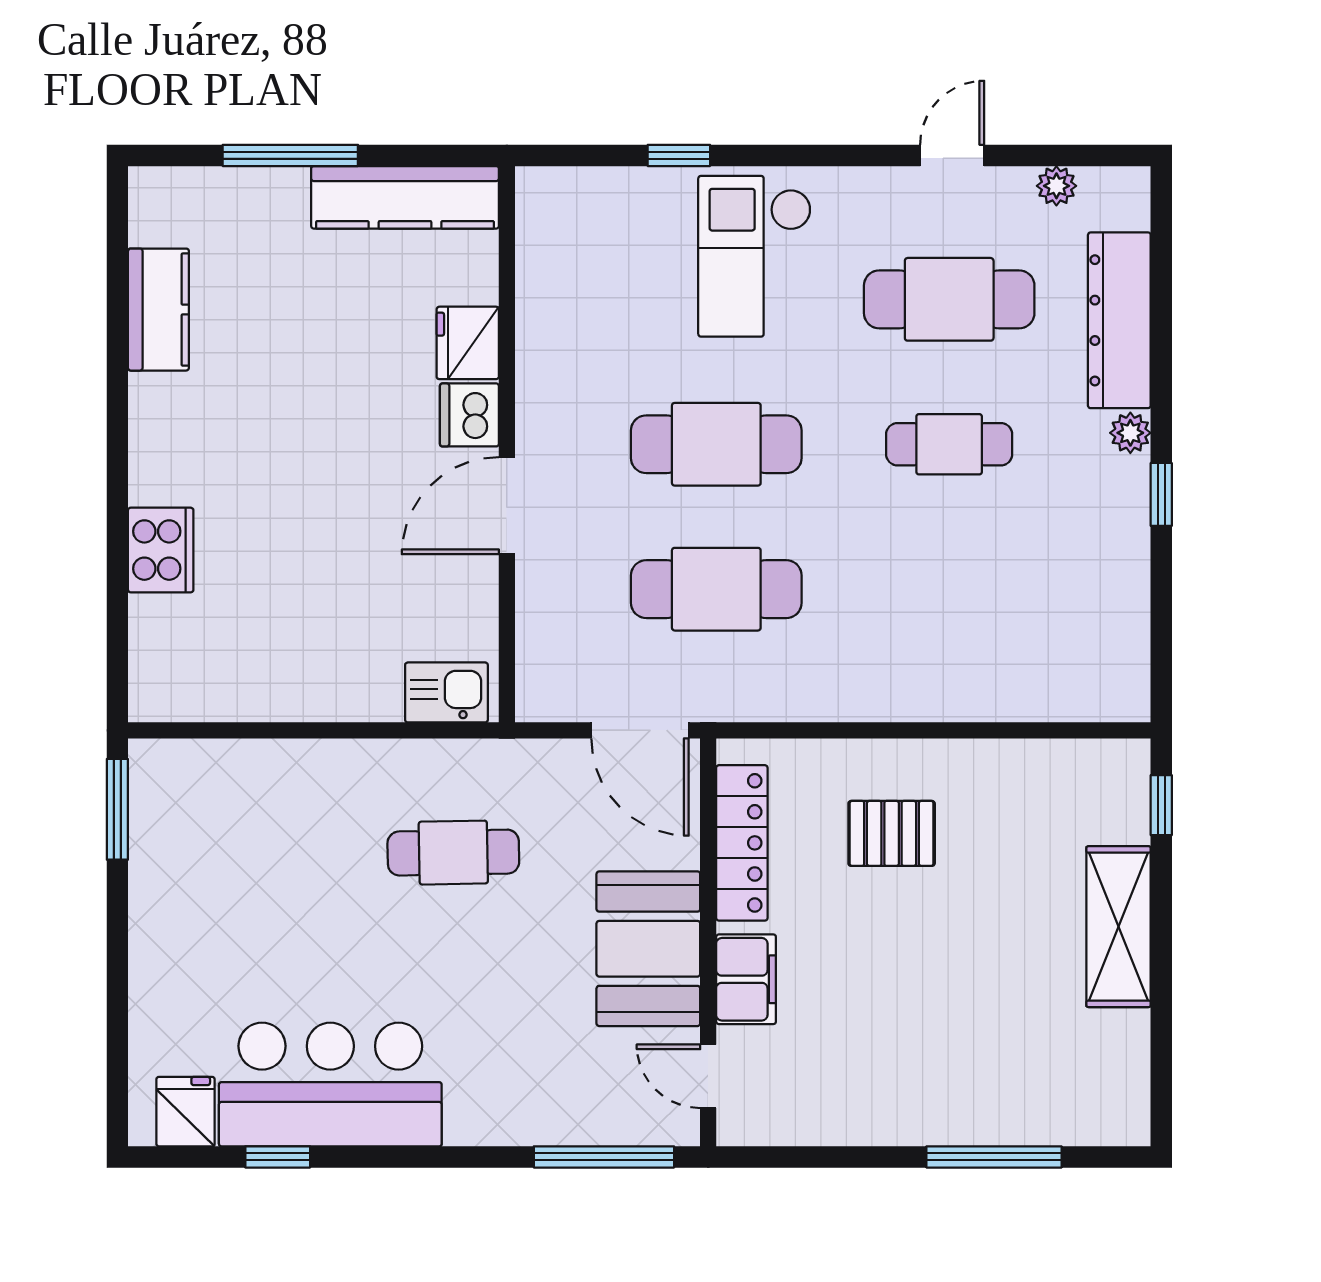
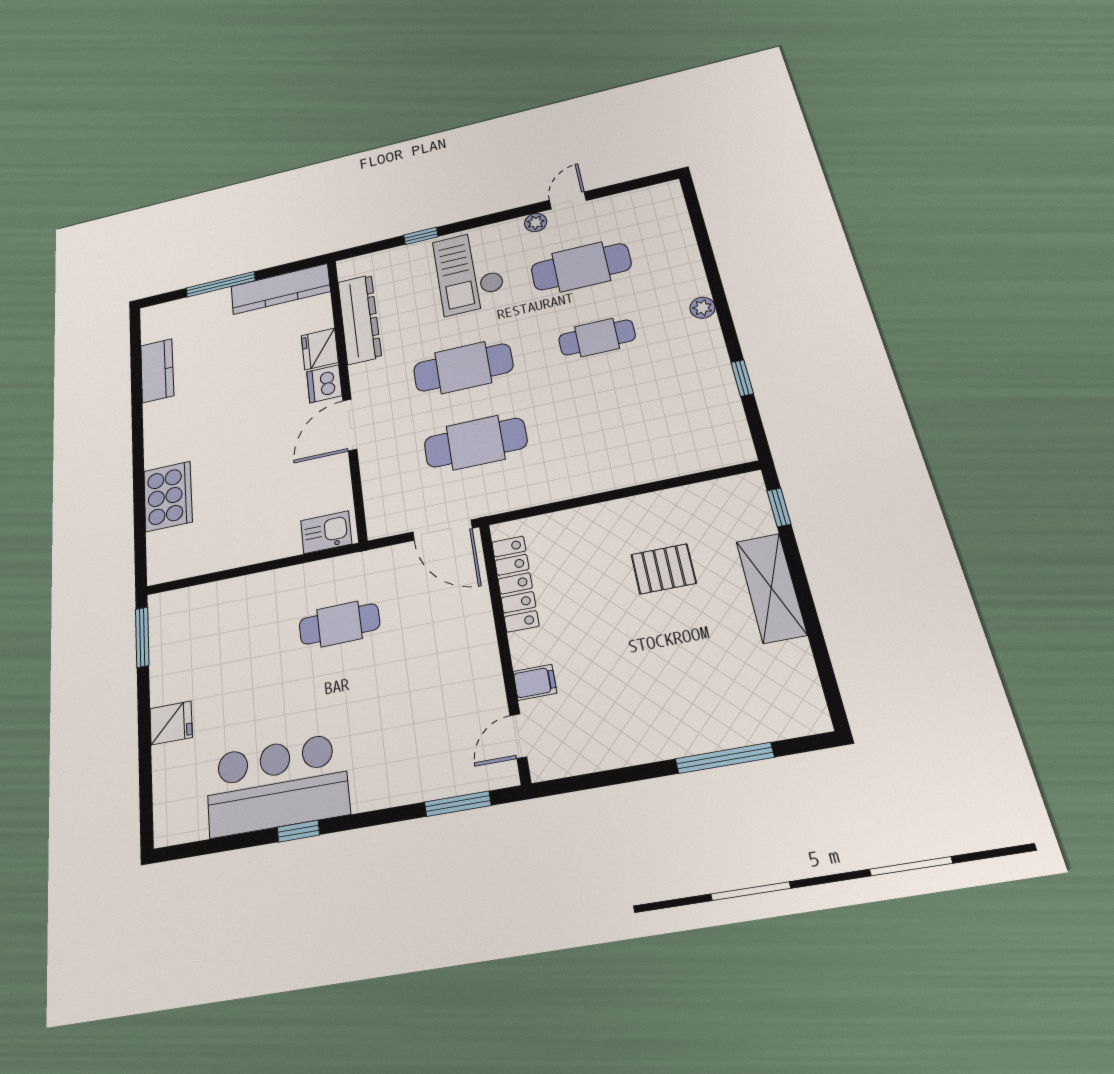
plant: (1056, 186) -> (536, 222), moved
dresser: (1119, 320) -> (359, 319), moved, turned 180
window: (1161, 494) -> (742, 378), moved
cooker: (161, 550) -> (168, 496), width x1.37, depth x1.31
pallet: (892, 833) -> (664, 569), moved
booth: (648, 949) -> (467, 660), removed
filing cabinet: (746, 979) -> (535, 682), width x0.50
door: (708, 1076) -> (518, 736), hinge flipped
fridge: (186, 1112) -> (171, 723), moved, turned 90
window: (278, 1157) -> (298, 831), moved
window: (604, 1157) -> (458, 804), width x0.69

